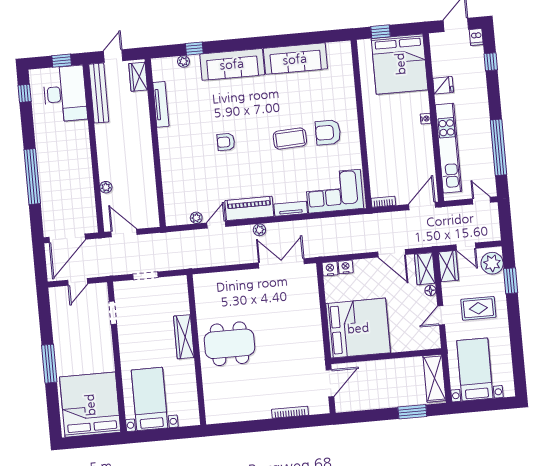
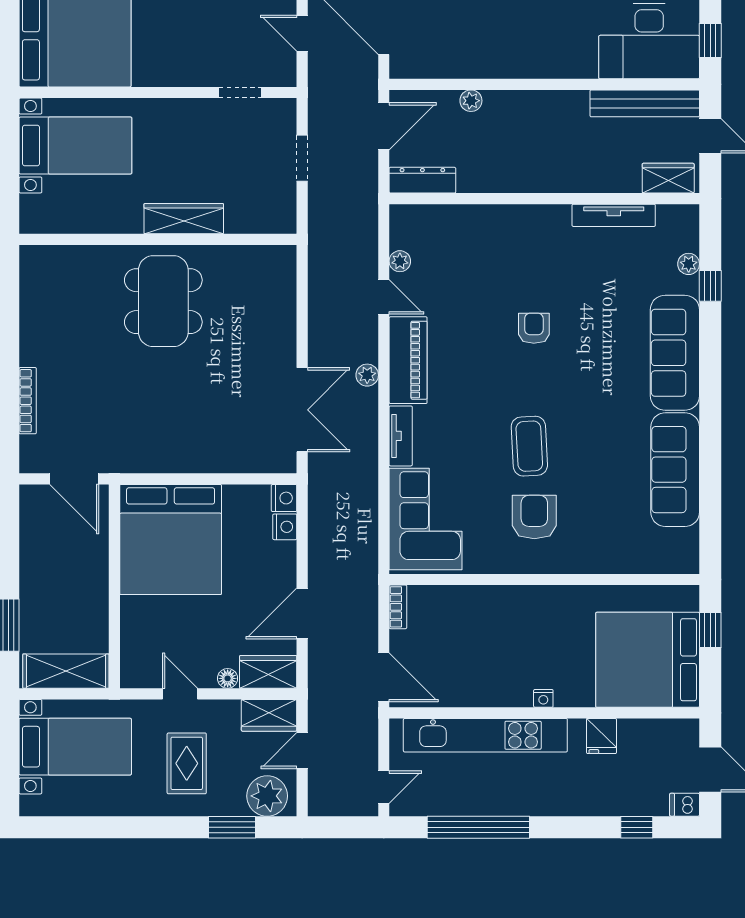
dresser: (151, 210) -> (422, 180), added

